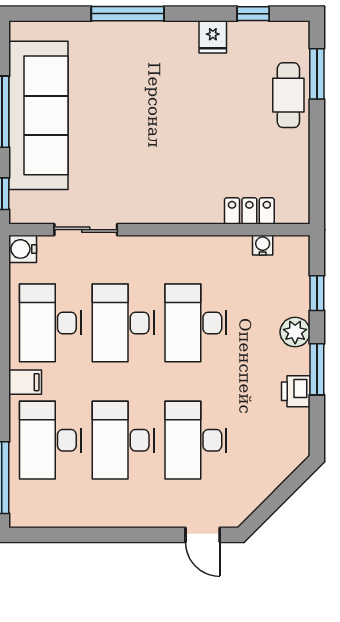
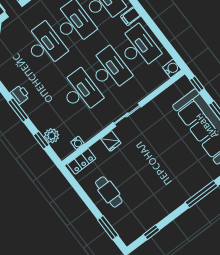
fridge: (213, 37) -> (111, 141), moved, turned 180
cafe table: (288, 95) -> (109, 192), moved
locker: (249, 211) -> (82, 161), moved
sliding door: (86, 230) -> (127, 115), moved
plant: (295, 332) -> (52, 136), moved

